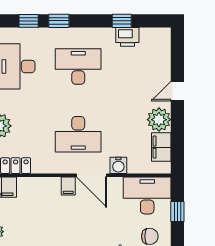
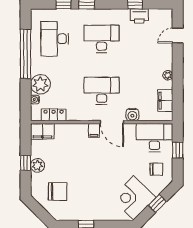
door: (177, 91) -> (178, 36), moved
plant: (159, 120) -> (168, 75), width x0.53, depth x0.53
desk: (78, 134) -> (102, 91), turned 180

